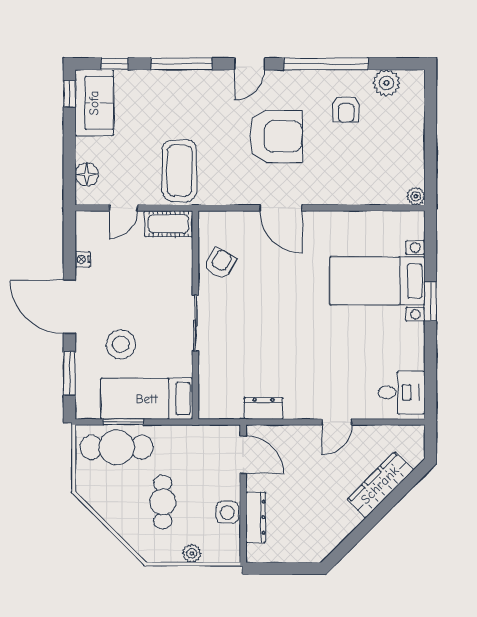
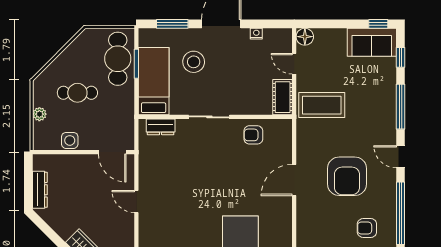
floor lamp: (87, 174) -> (305, 37), moved
armchair: (220, 263) -> (253, 135), turned 150
dresser: (263, 408) -> (161, 127), moved, turned 90
door: (337, 422) -> (136, 202), moved
door: (243, 455) -> (112, 152), hinge flipped
dresser: (256, 517) -> (40, 190), moved, turned -90

